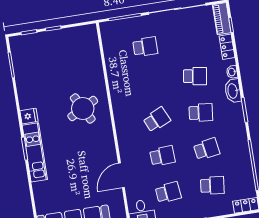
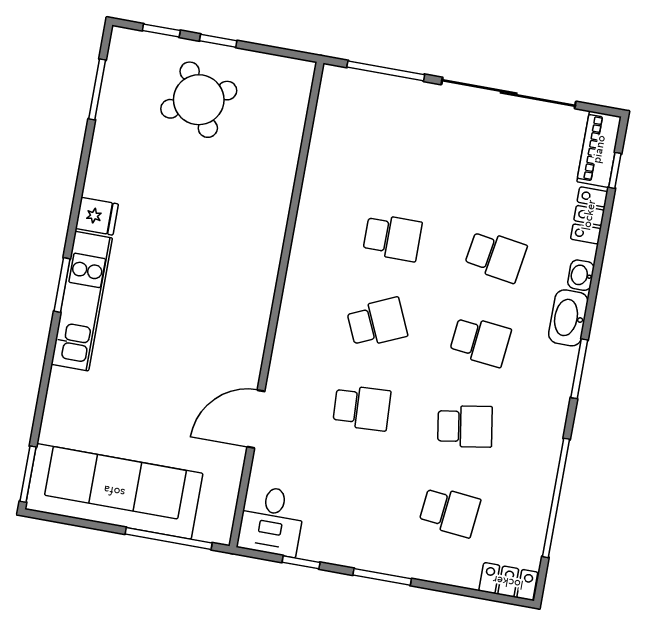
school desk: (145, 47) -> (392, 237), moved
round table: (83, 108) -> (199, 100), moved
school desk: (168, 192) -> (346, 493), removed

